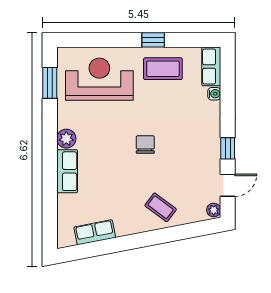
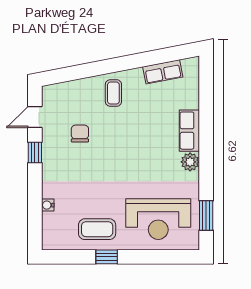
row of seats: (211, 66) -> (51, 231), removed
chair: (145, 145) -> (80, 134), moved, turned 180
coffee table: (161, 207) -> (113, 93), moved, turned 53
plant: (214, 210) -> (48, 93), removed

